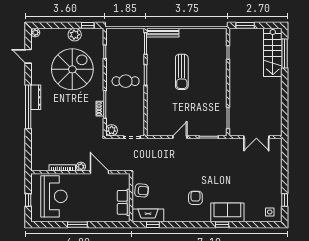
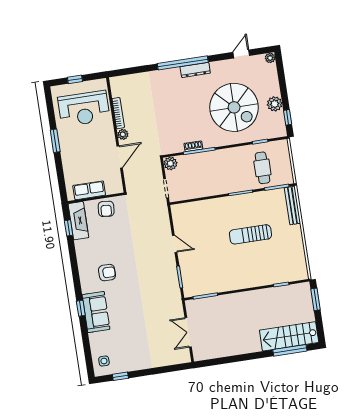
cafe table: (126, 81) -> (262, 168), moved

